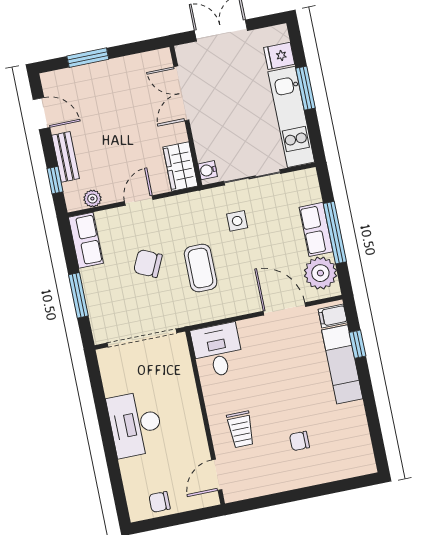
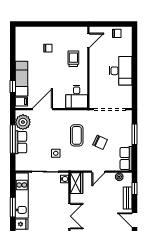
door: (284, 309) -> (42, 109), swing flipped

